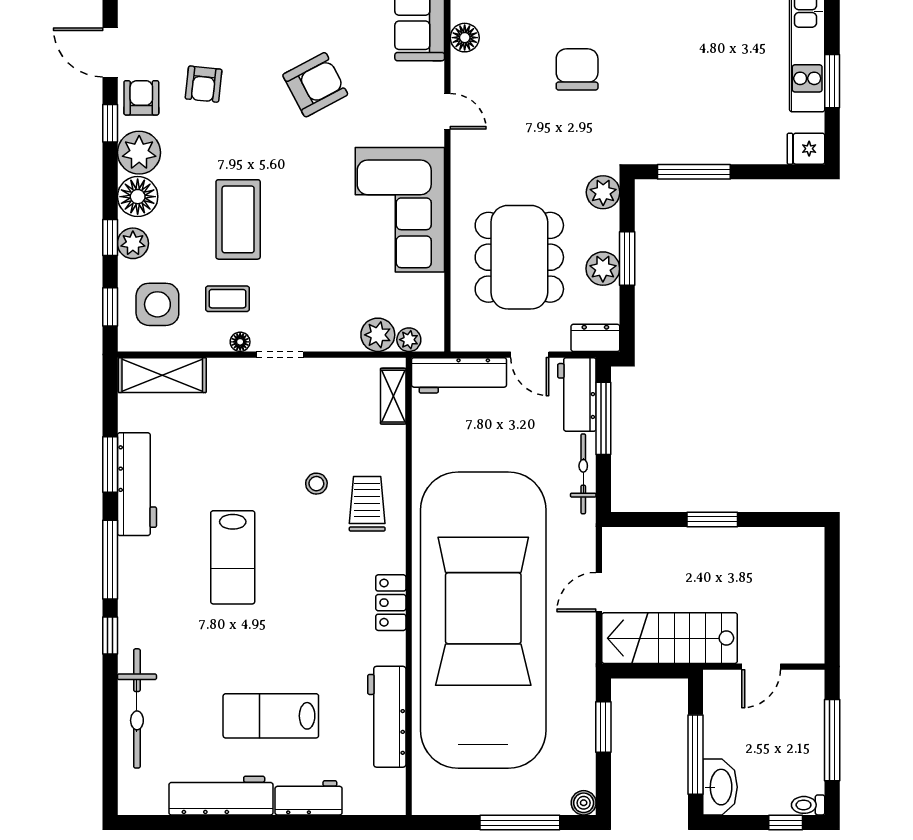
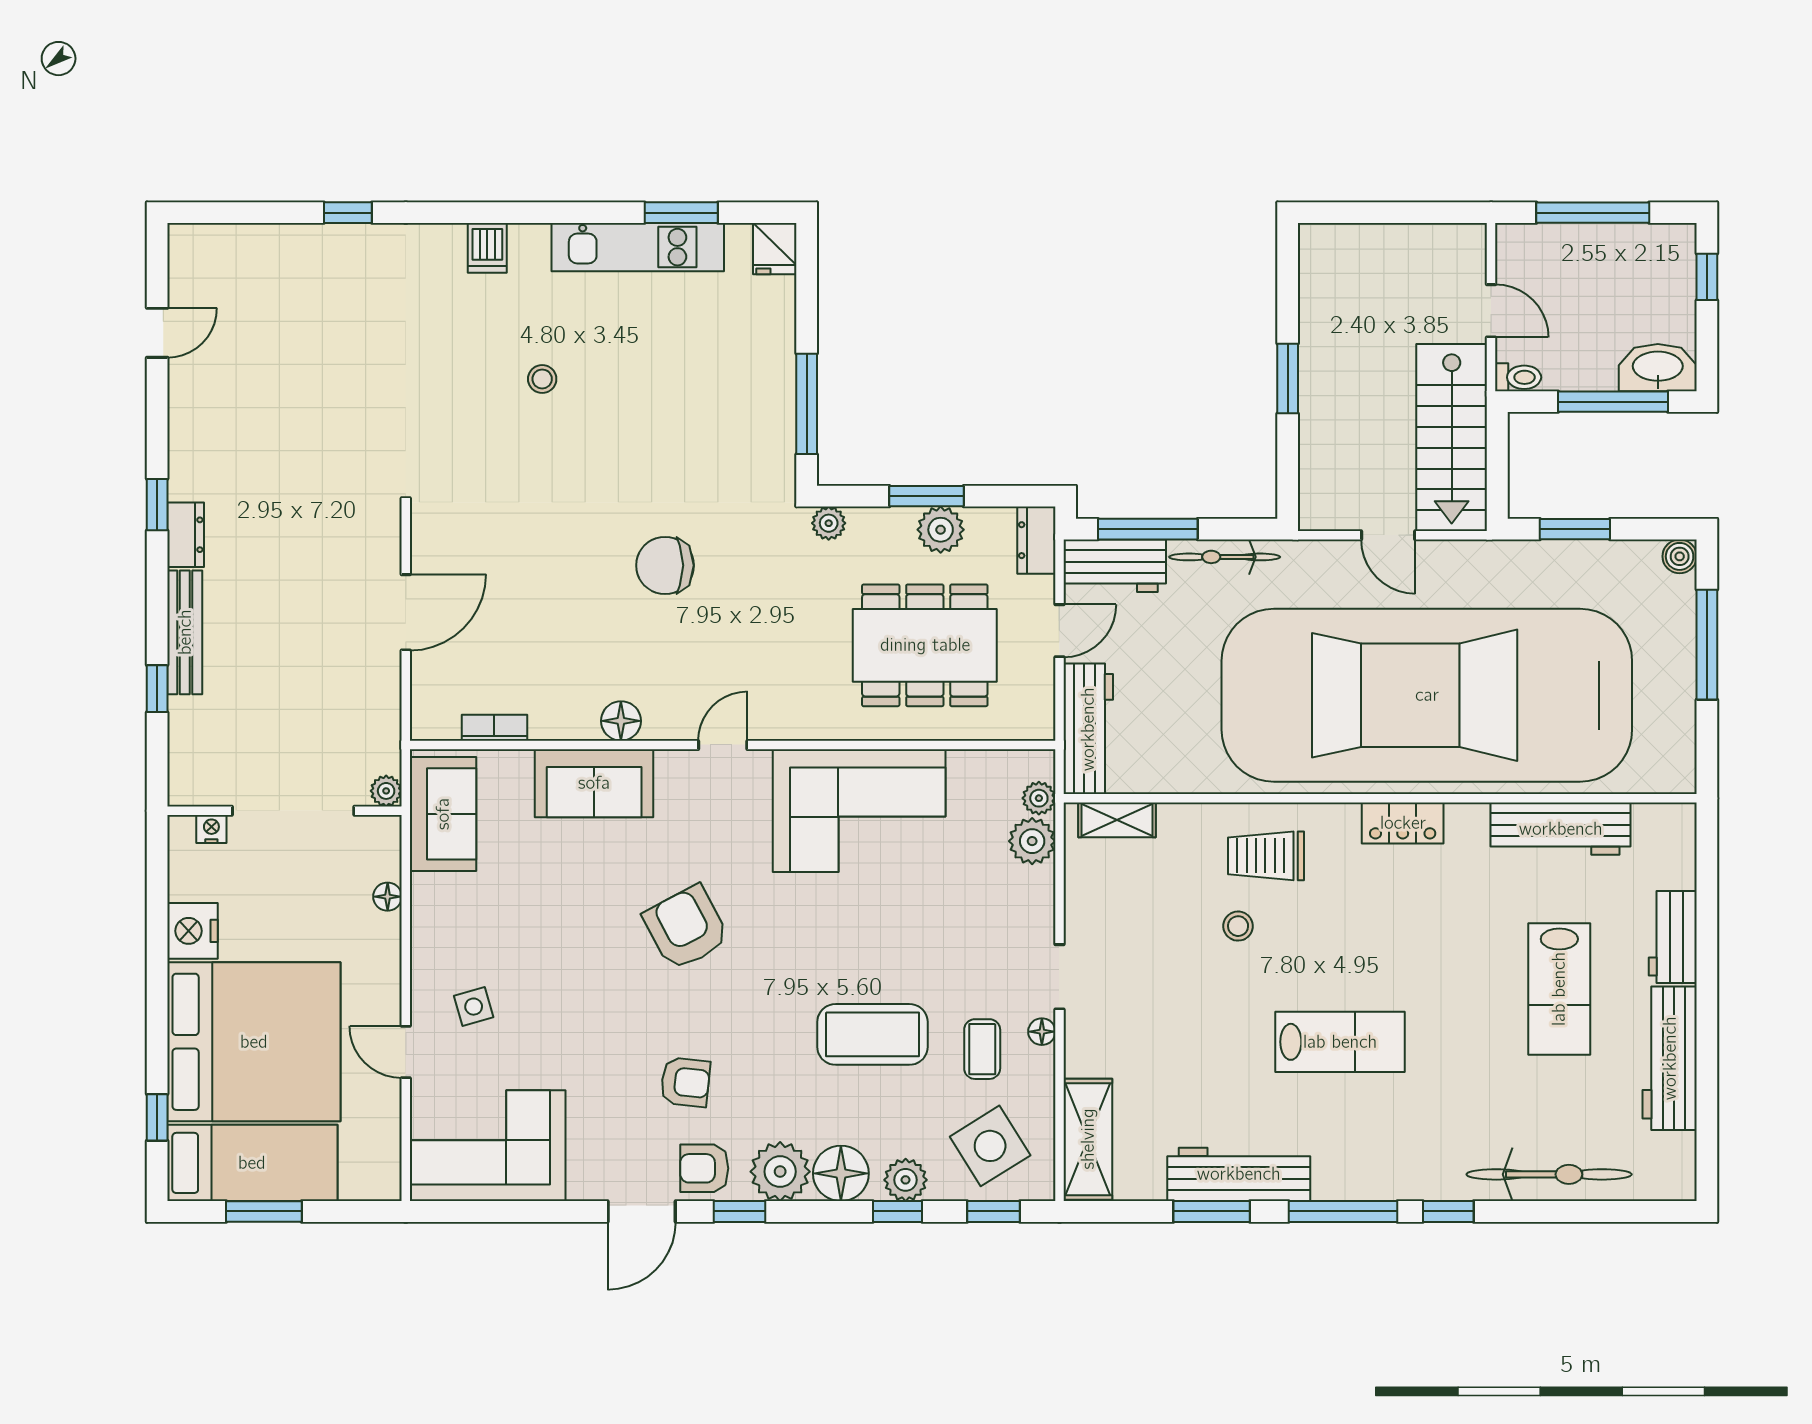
plant: (603, 192) -> (829, 523), width x0.73, depth x0.73
side table: (157, 304) -> (990, 1146), turned -32
toilet: (808, 805) -> (1518, 377), moved, turned -90

